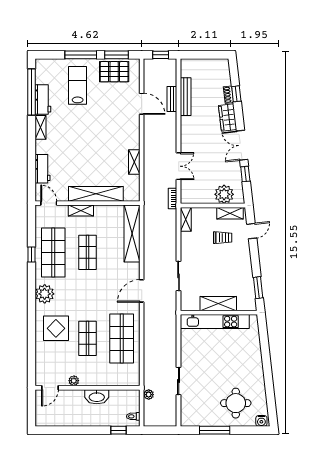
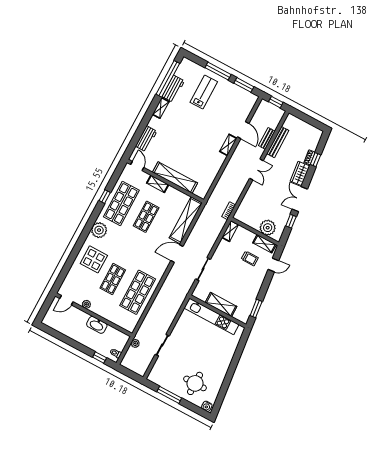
pallet: (114, 72) -> (236, 96), removed
shelving: (134, 162) -> (228, 145), moved
double door: (179, 166) -> (256, 169), moved
door: (142, 291) -> (177, 253), moved

